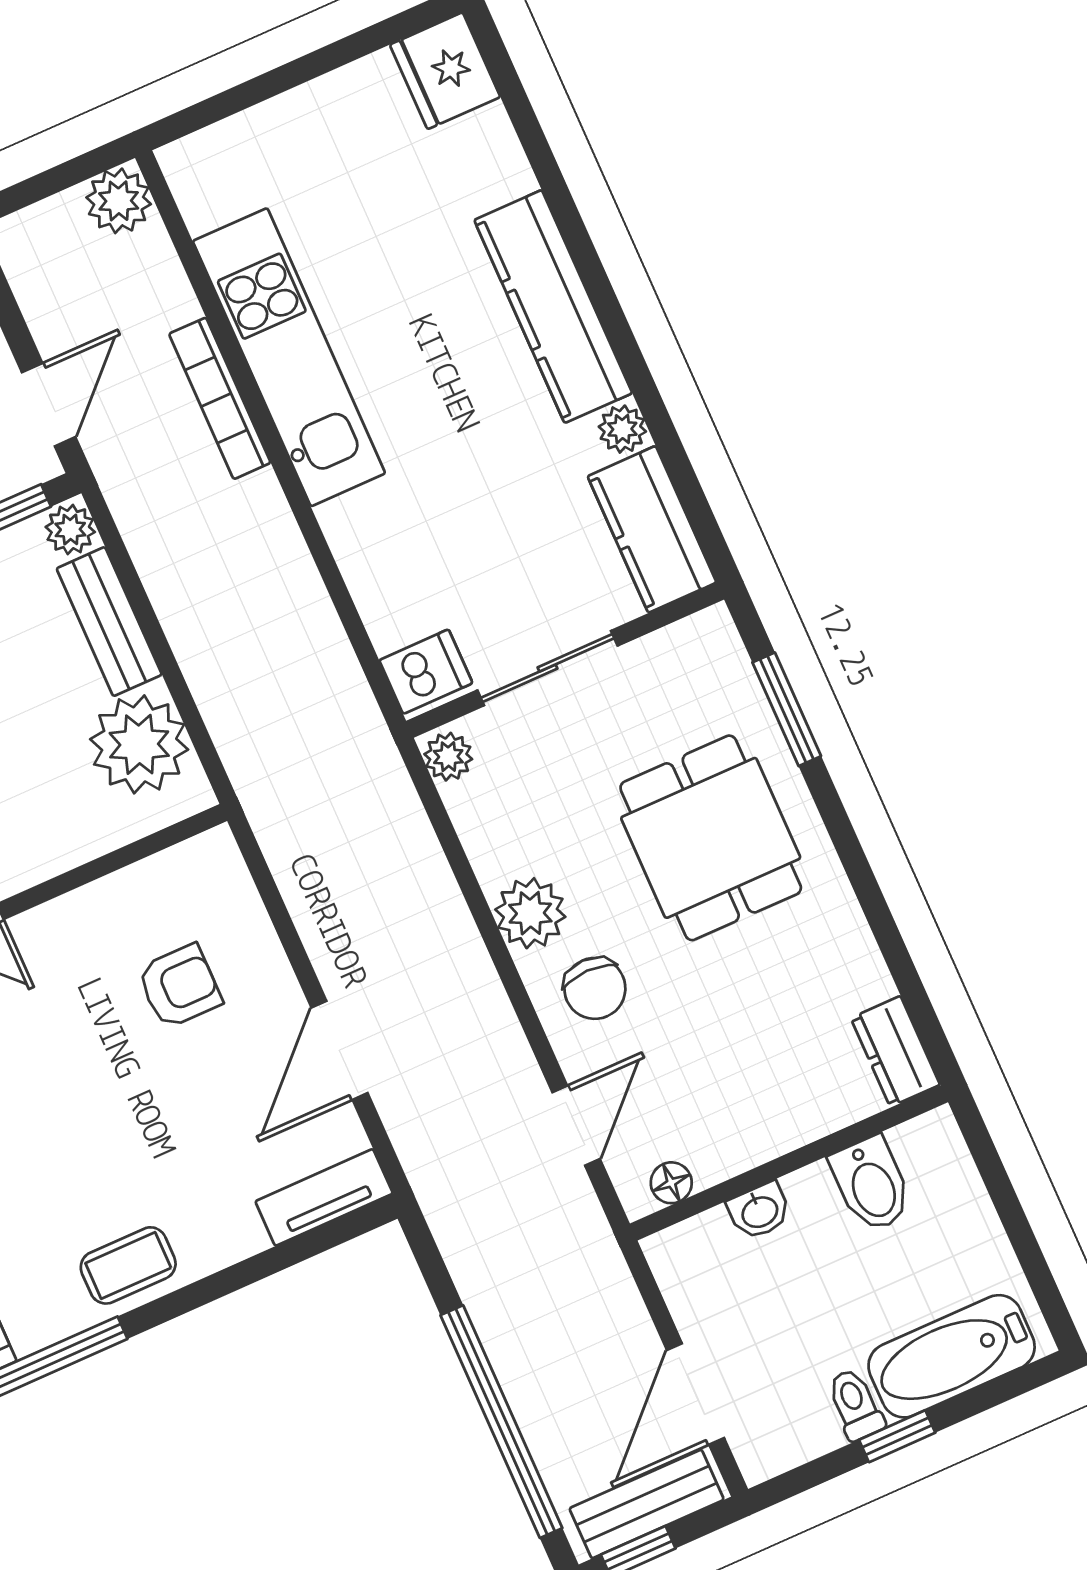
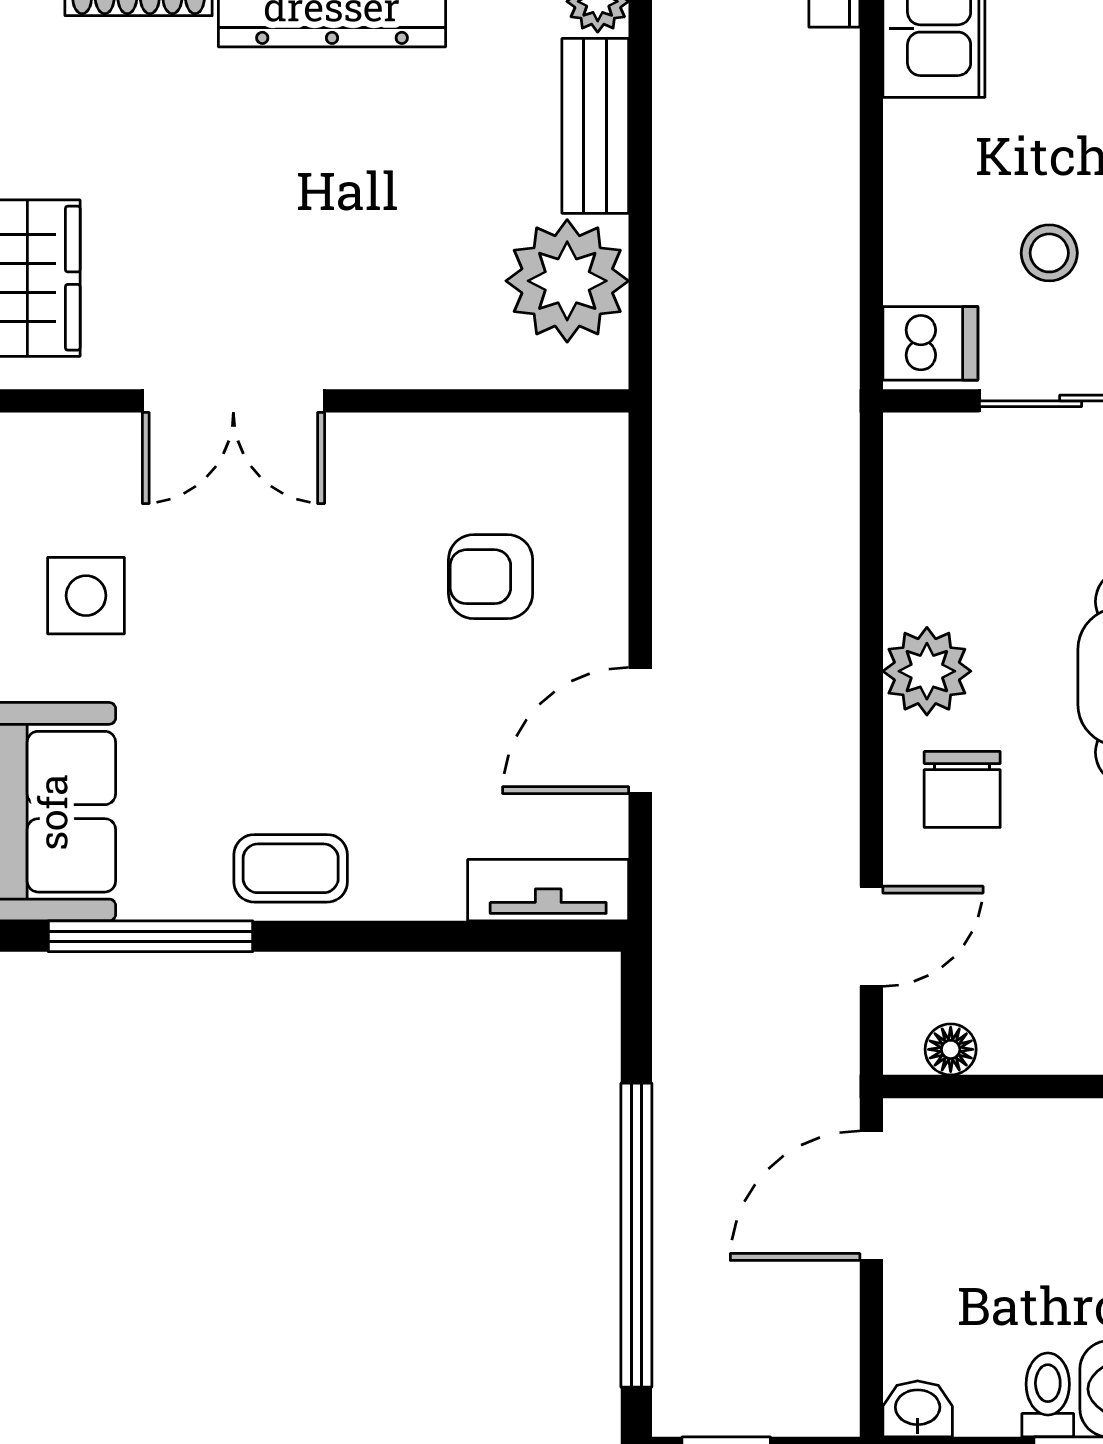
stool: (484, 567) -> (1049, 253), added
plant: (448, 757) -> (913, 451), removed
armchair: (179, 986) -> (491, 577), turned 180
washbasin: (759, 1211) -> (918, 1409), moved, turned 180
door: (696, 1394) -> (871, 1196), moved
bench: (647, 1504) -> (760, 1402), removed

